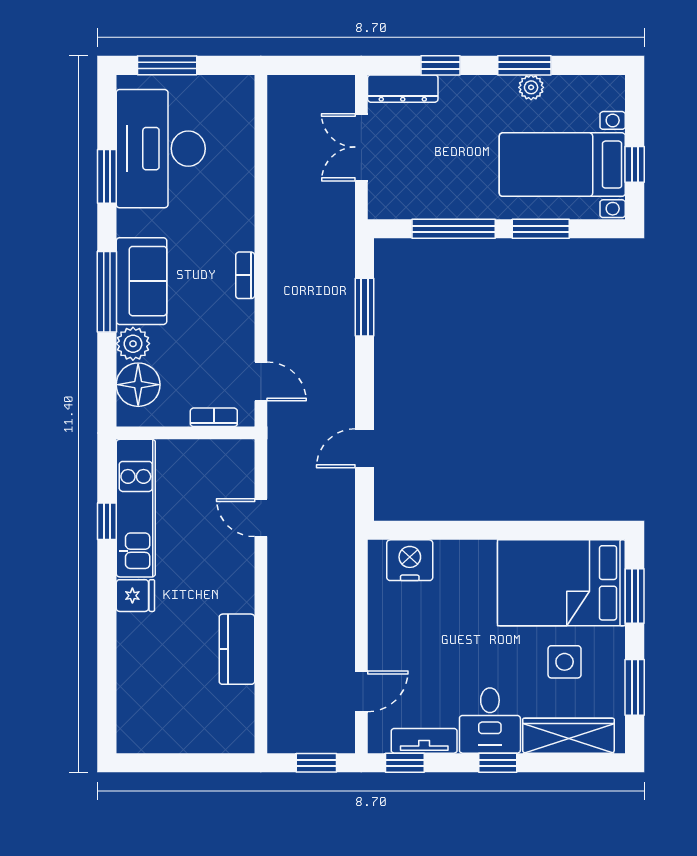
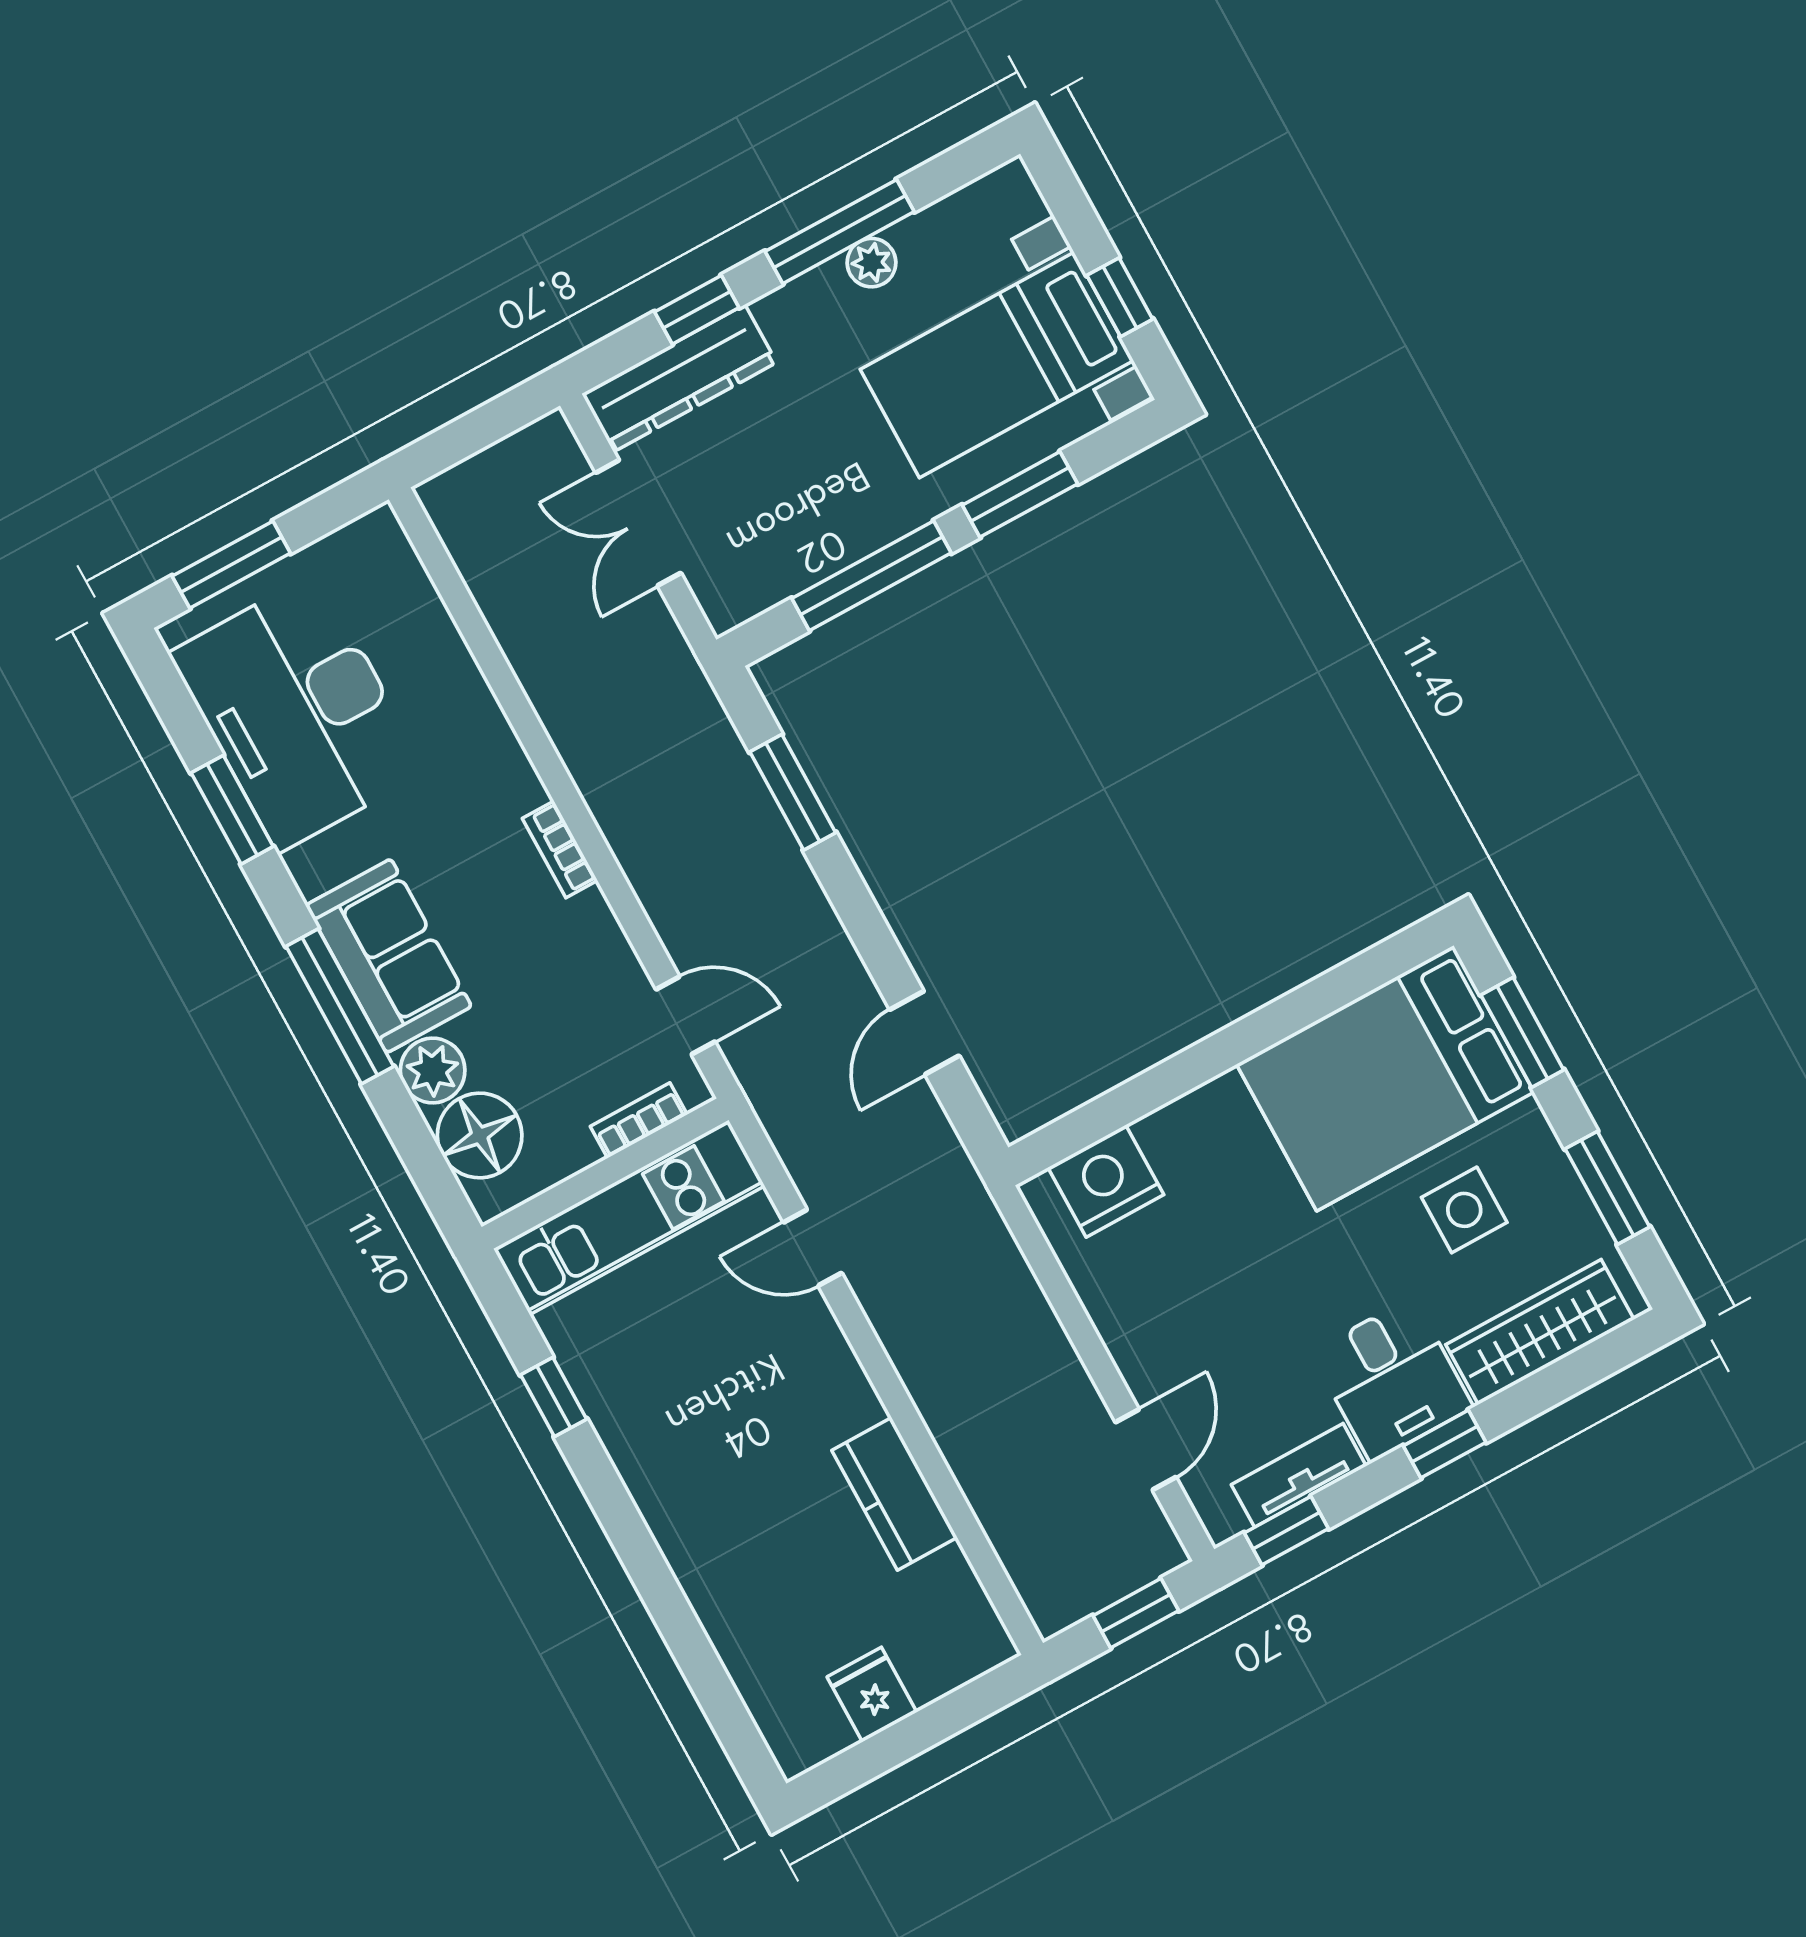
window: (524, 65) -> (840, 232), width x1.44
dresser: (403, 89) -> (679, 378), width x1.37, depth x1.24
kitchen unit: (136, 508) -> (629, 1217), moved, turned 90
fridge: (135, 596) -> (872, 1695), moved, turned -90

